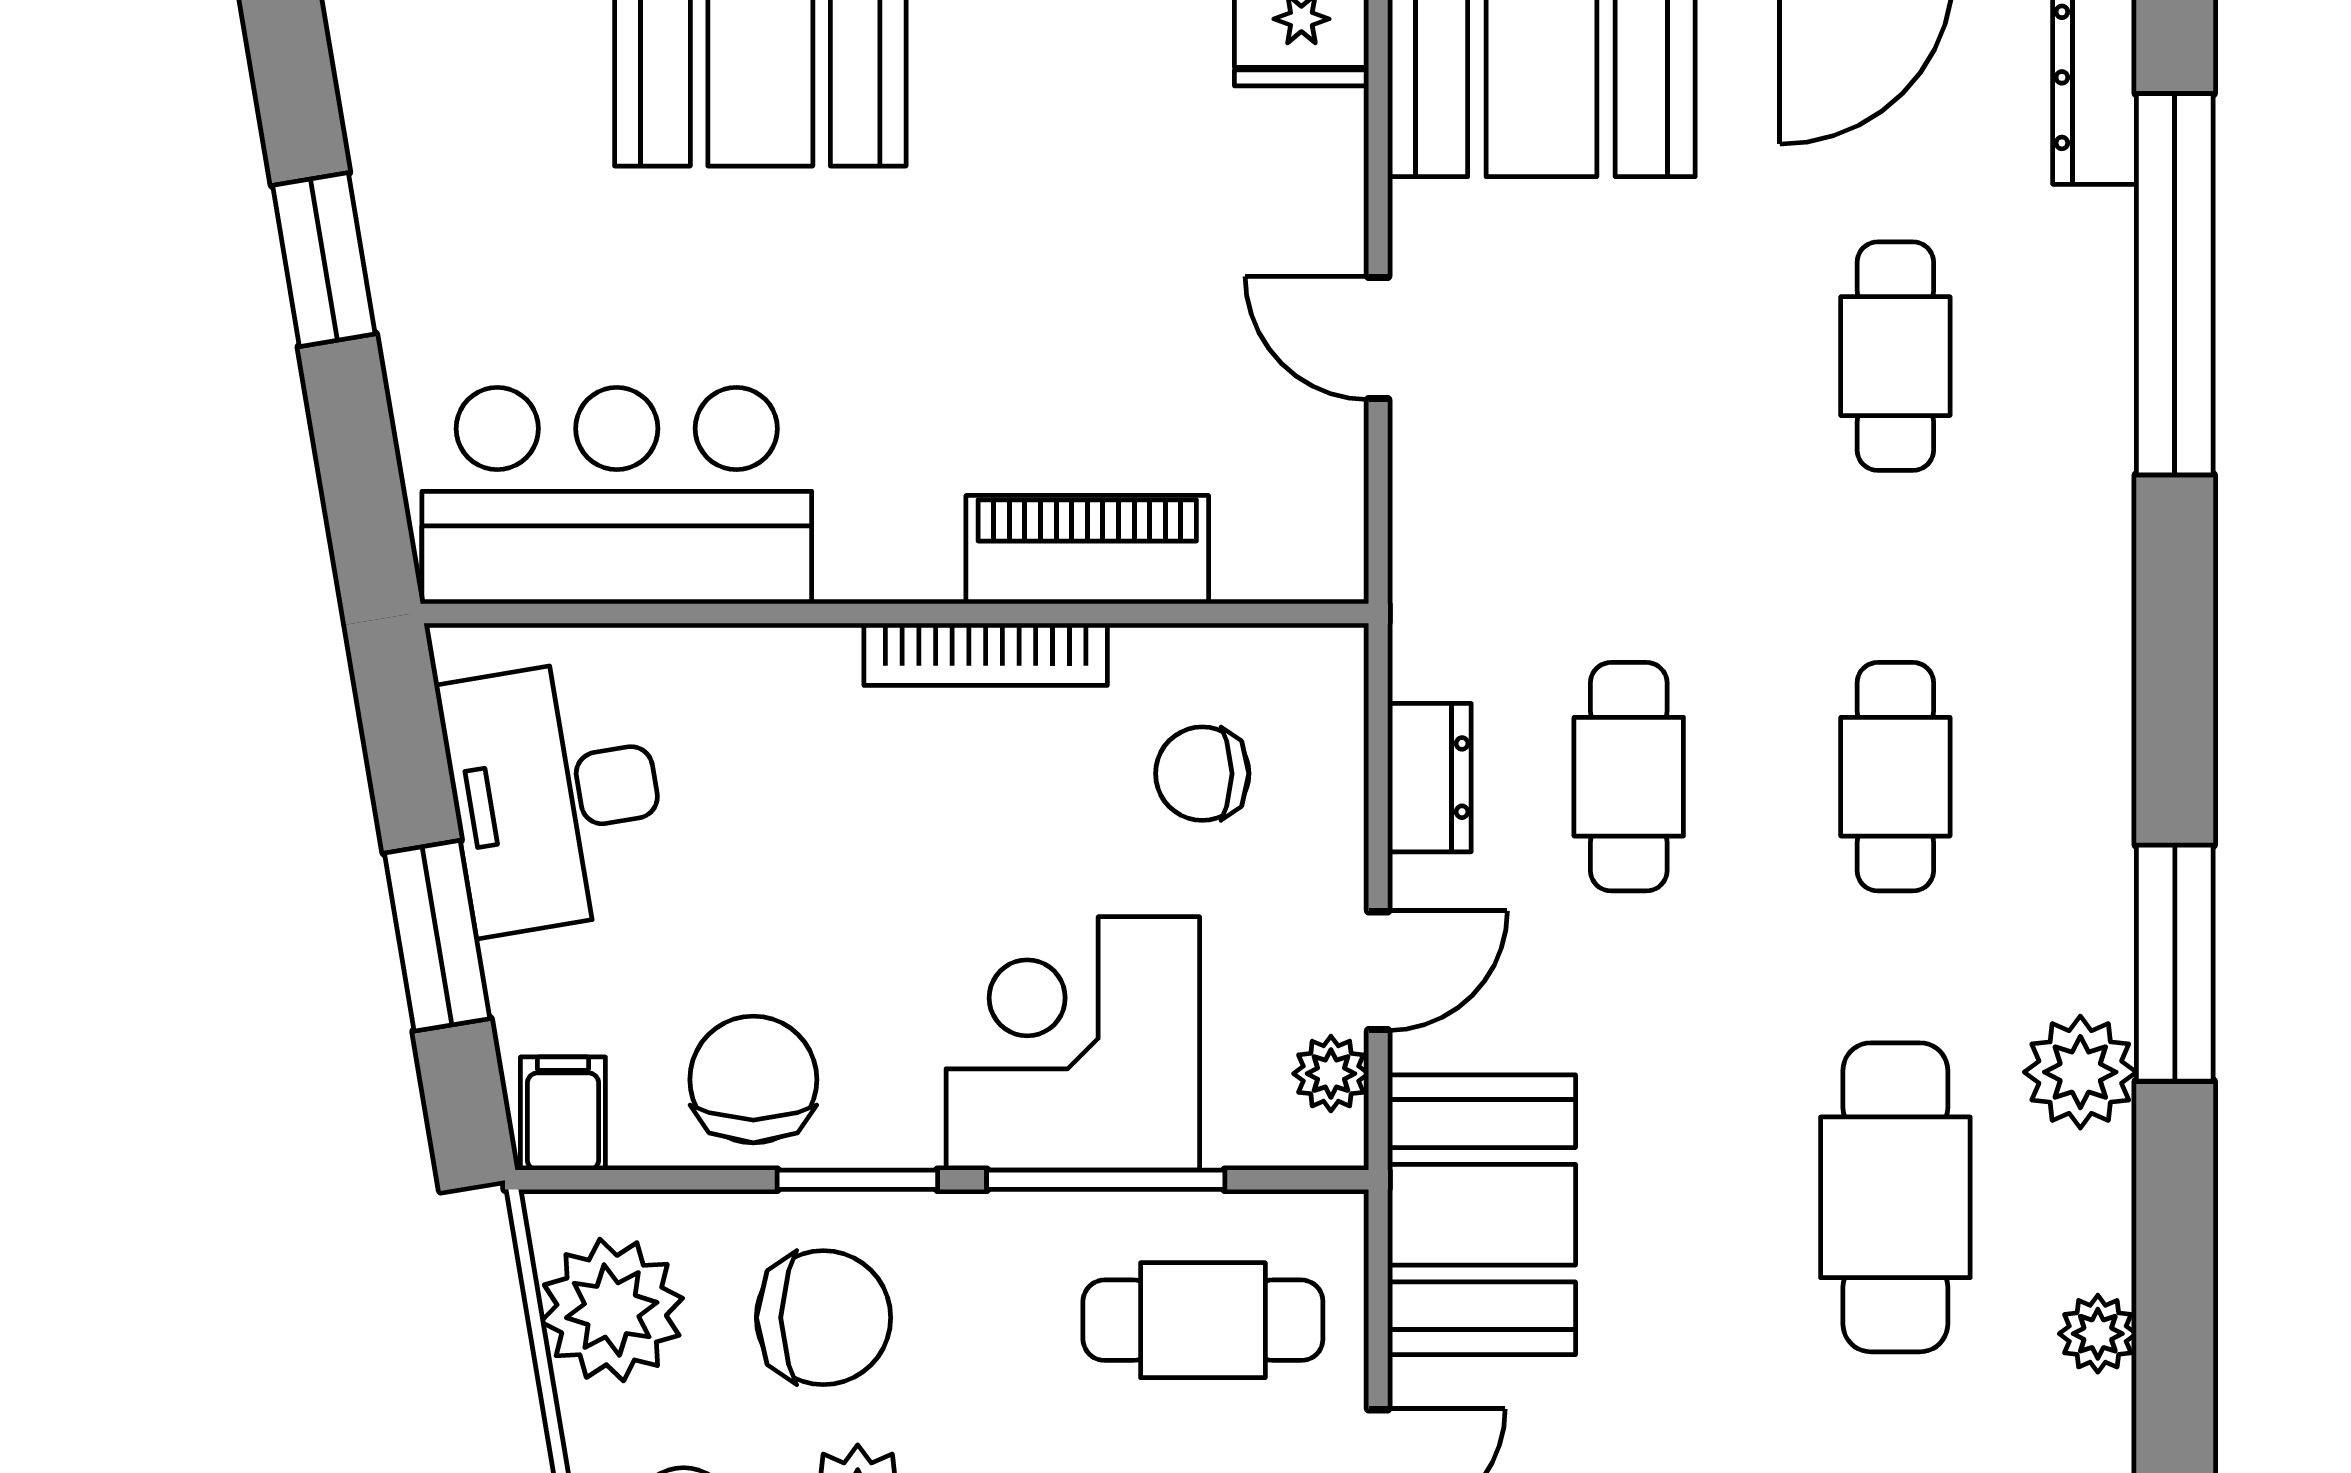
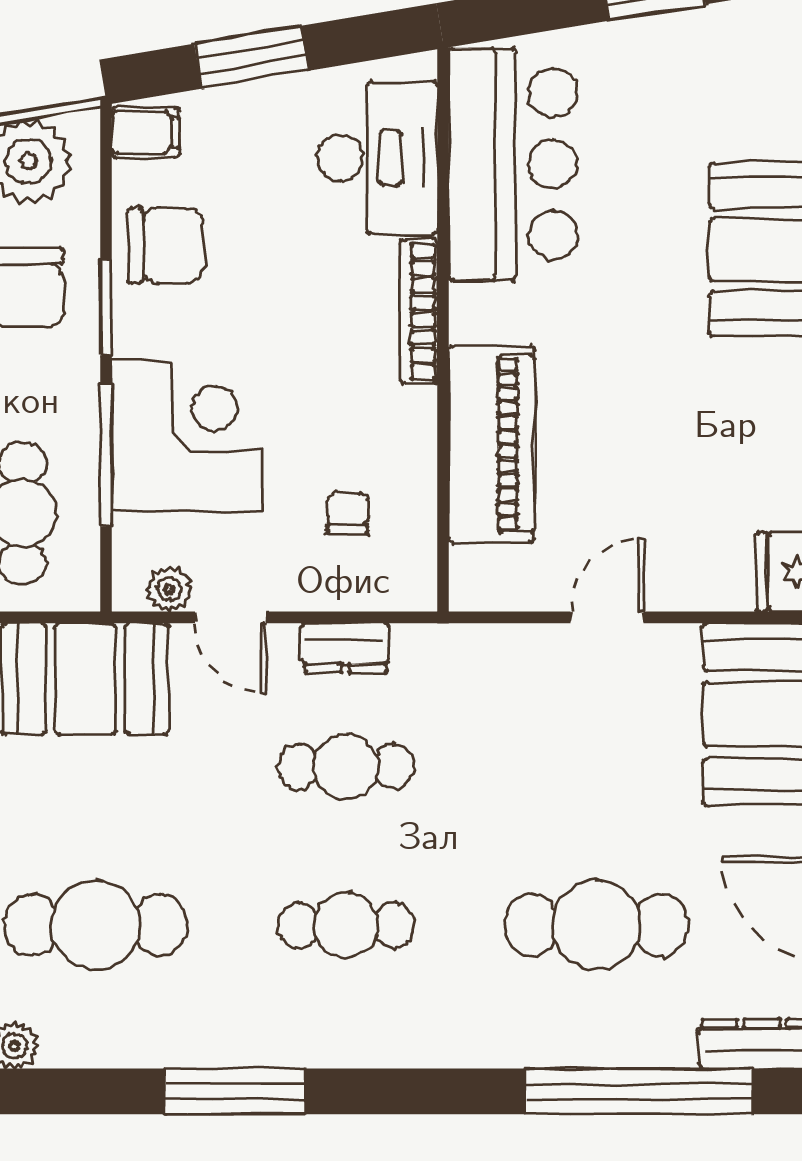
cafe table: (1895, 356) -> (596, 925), width x1.37, depth x1.35
piano: (1087, 550) -> (492, 444), width x1.37, depth x1.33
bookcase: (986, 654) -> (419, 312), moved
chair: (1202, 774) -> (348, 513), width x0.73, depth x0.73
desk: (555, 796) -> (377, 158), moved, turned 99
plant: (2080, 1072) -> (170, 1035), removed

